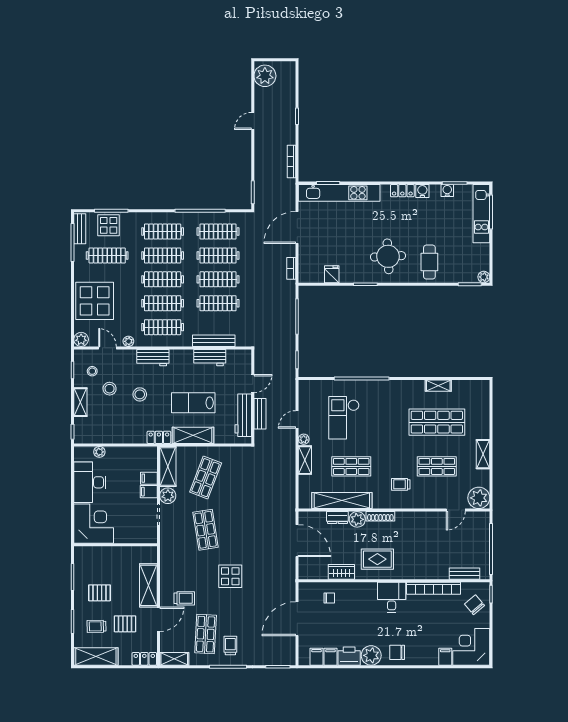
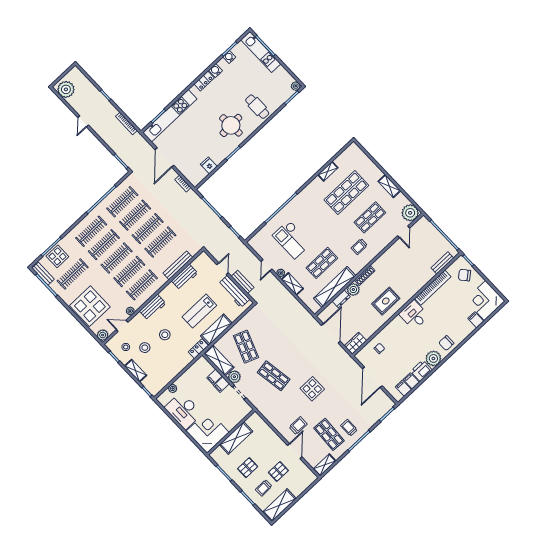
door: (297, 541) -> (331, 333), hinge flipped
wardrobe: (341, 572) -> (355, 343), moved
shelving: (148, 585) -> (236, 438), moved, turned 90
locker: (144, 659) -> (308, 481), removed

